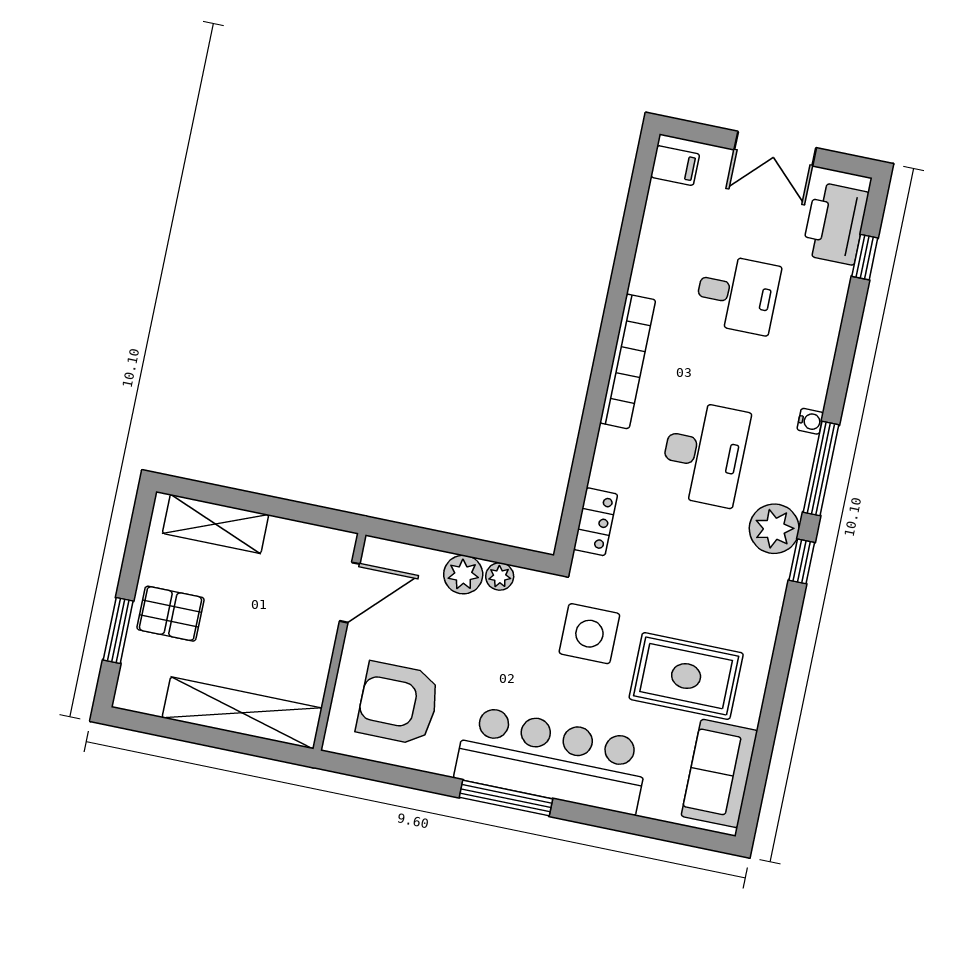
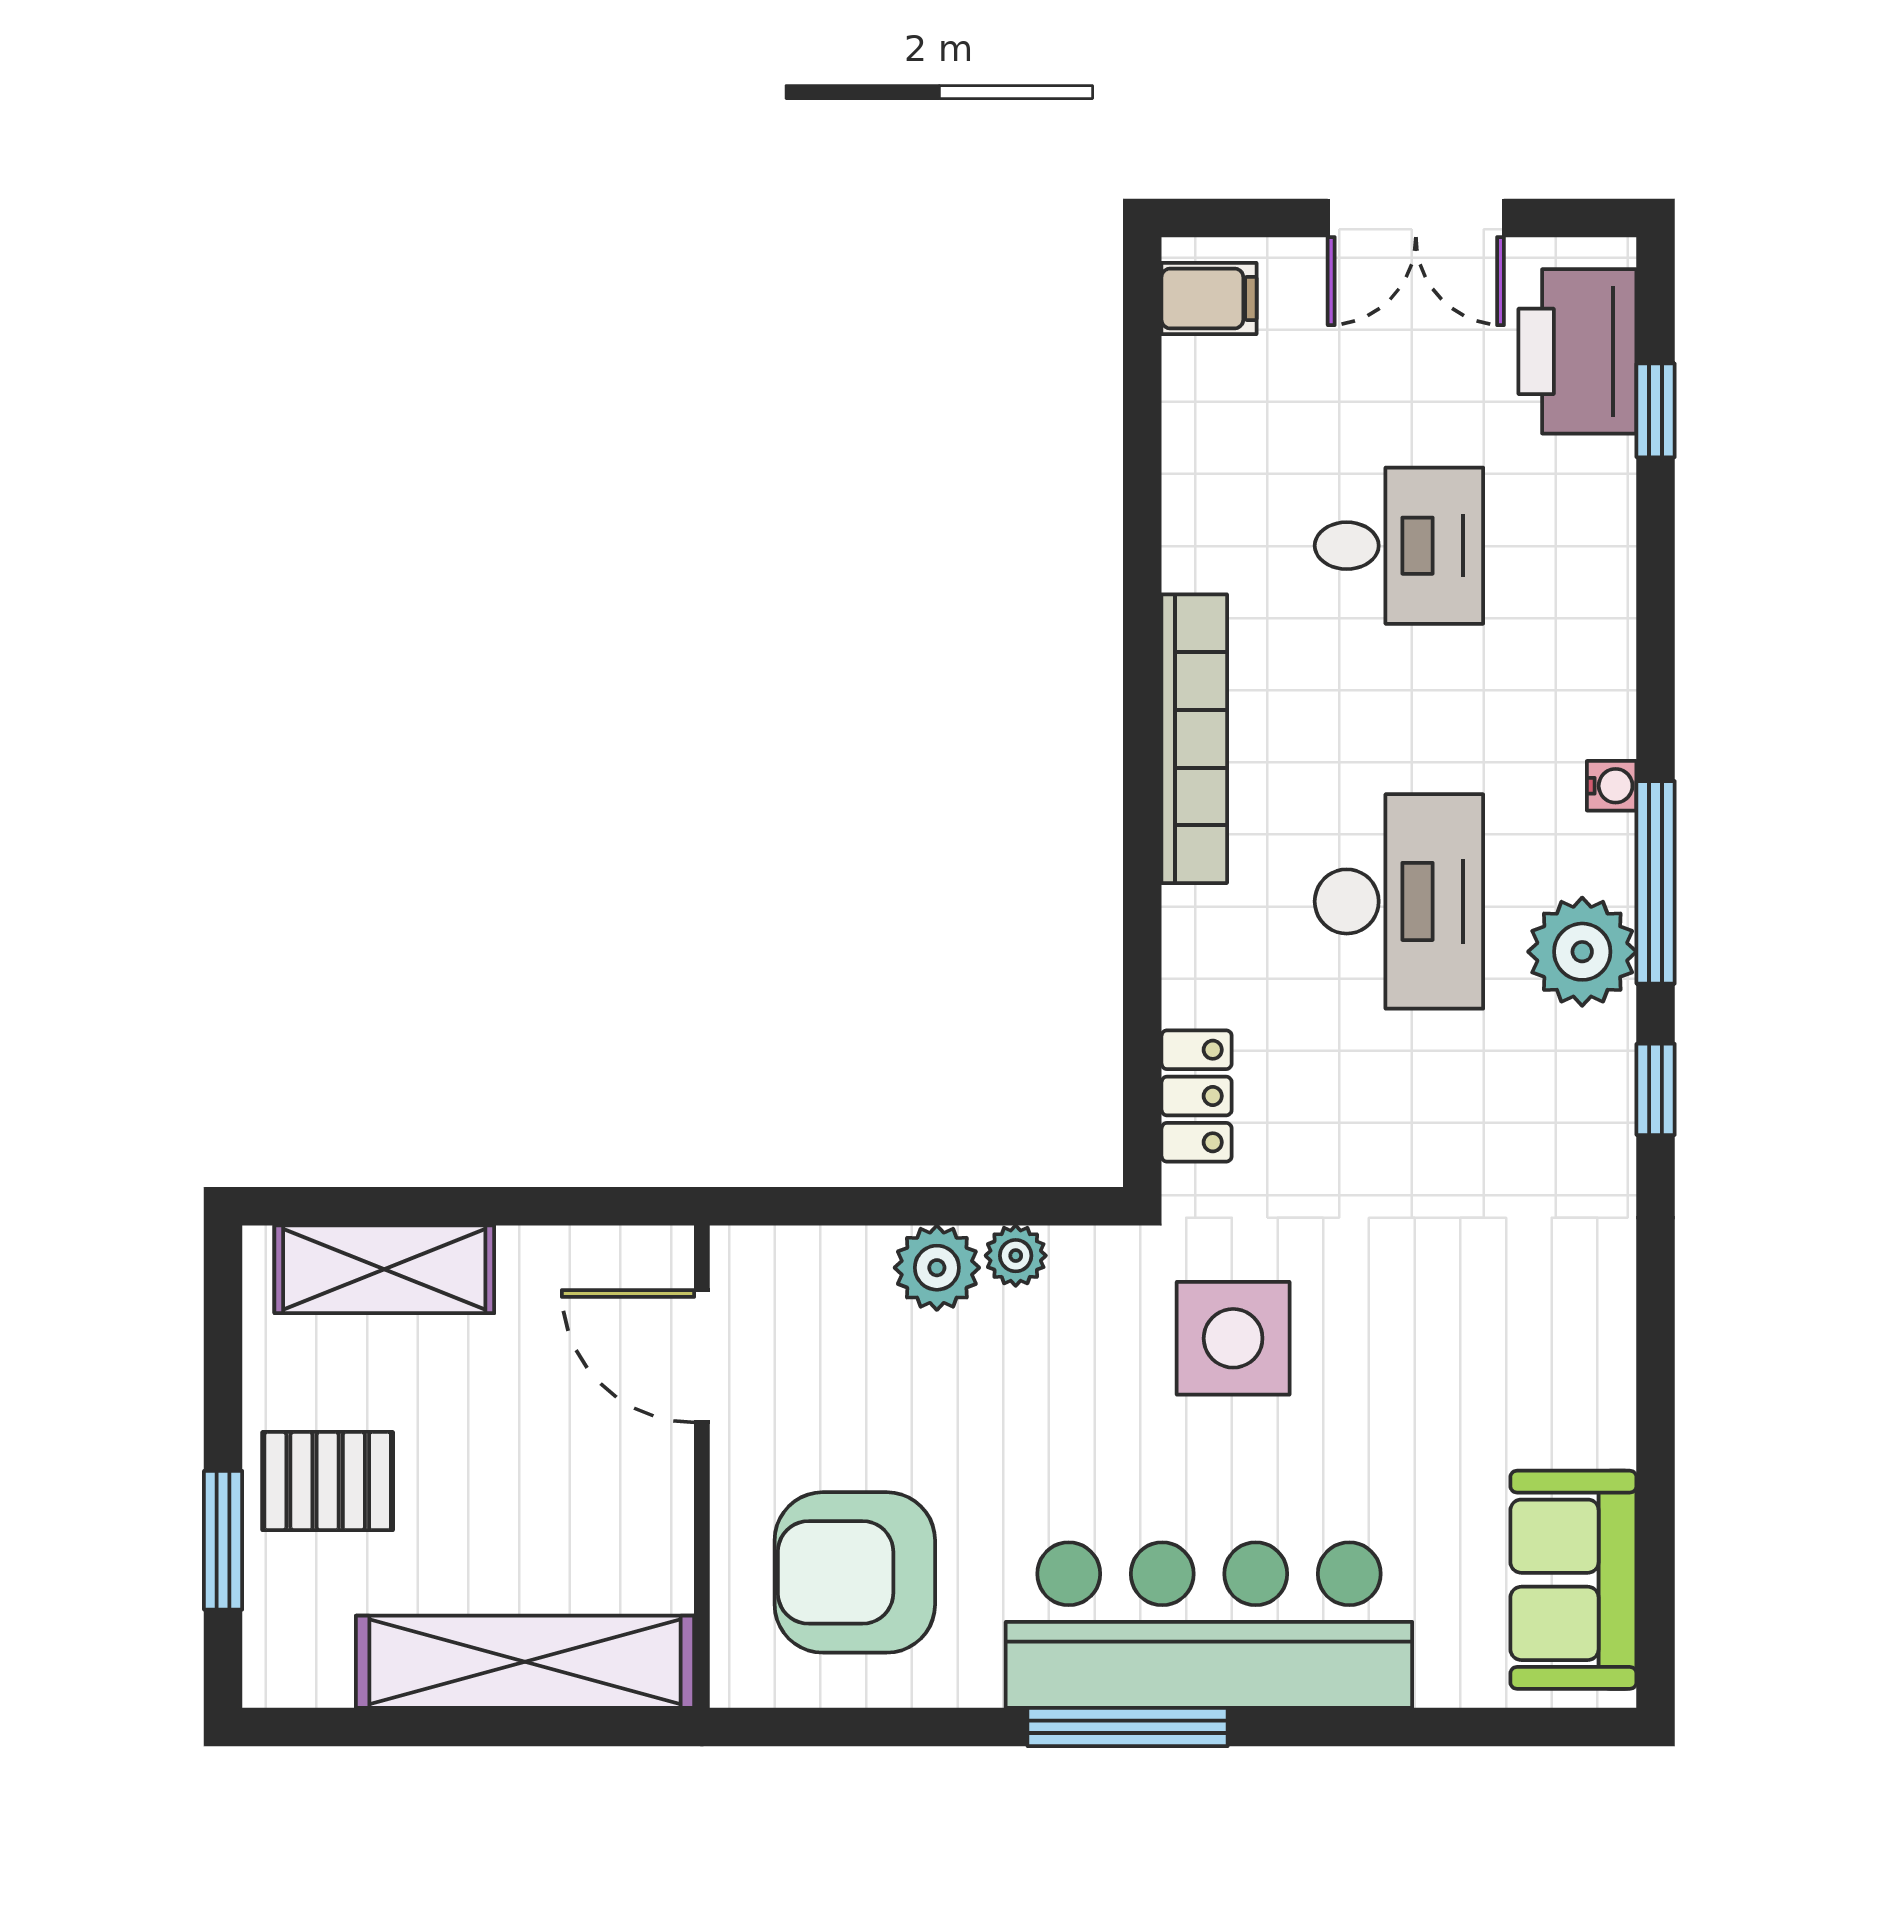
plant: (774, 529) -> (1582, 952), moved
door: (350, 592) -> (702, 1356), swing flipped
rug: (686, 676) -> (1459, 1386), removed

